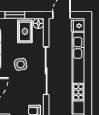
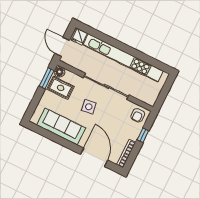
window: (15, 15) -> (47, 78), moved

